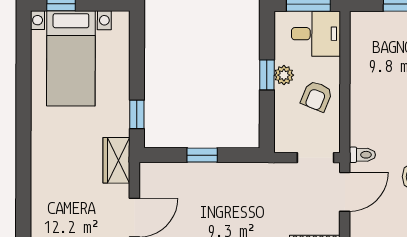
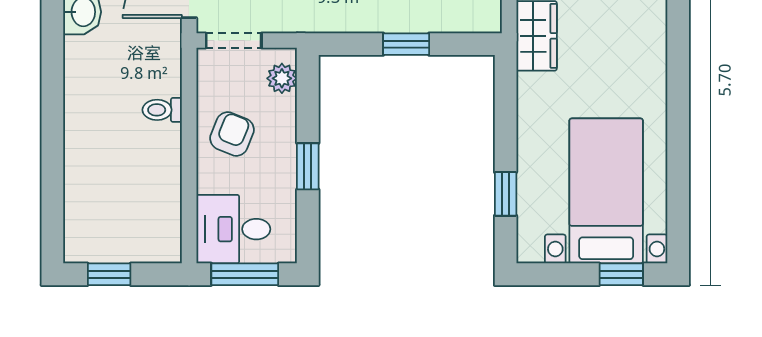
plant: (284, 75) -> (282, 78), moved
window: (137, 114) -> (506, 194), moved
toilet: (362, 155) -> (162, 110), moved

